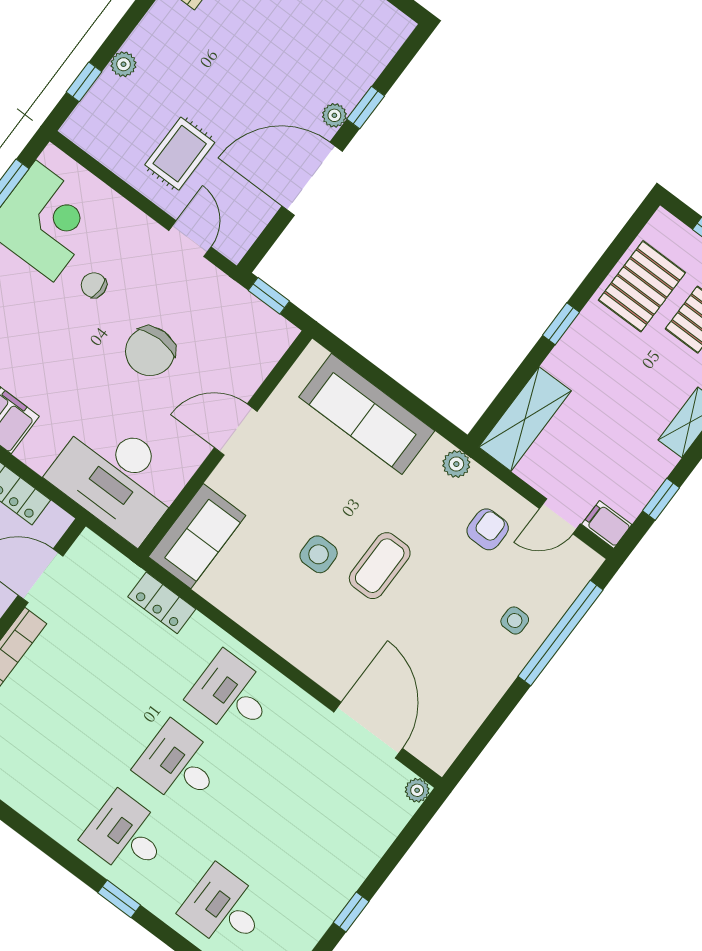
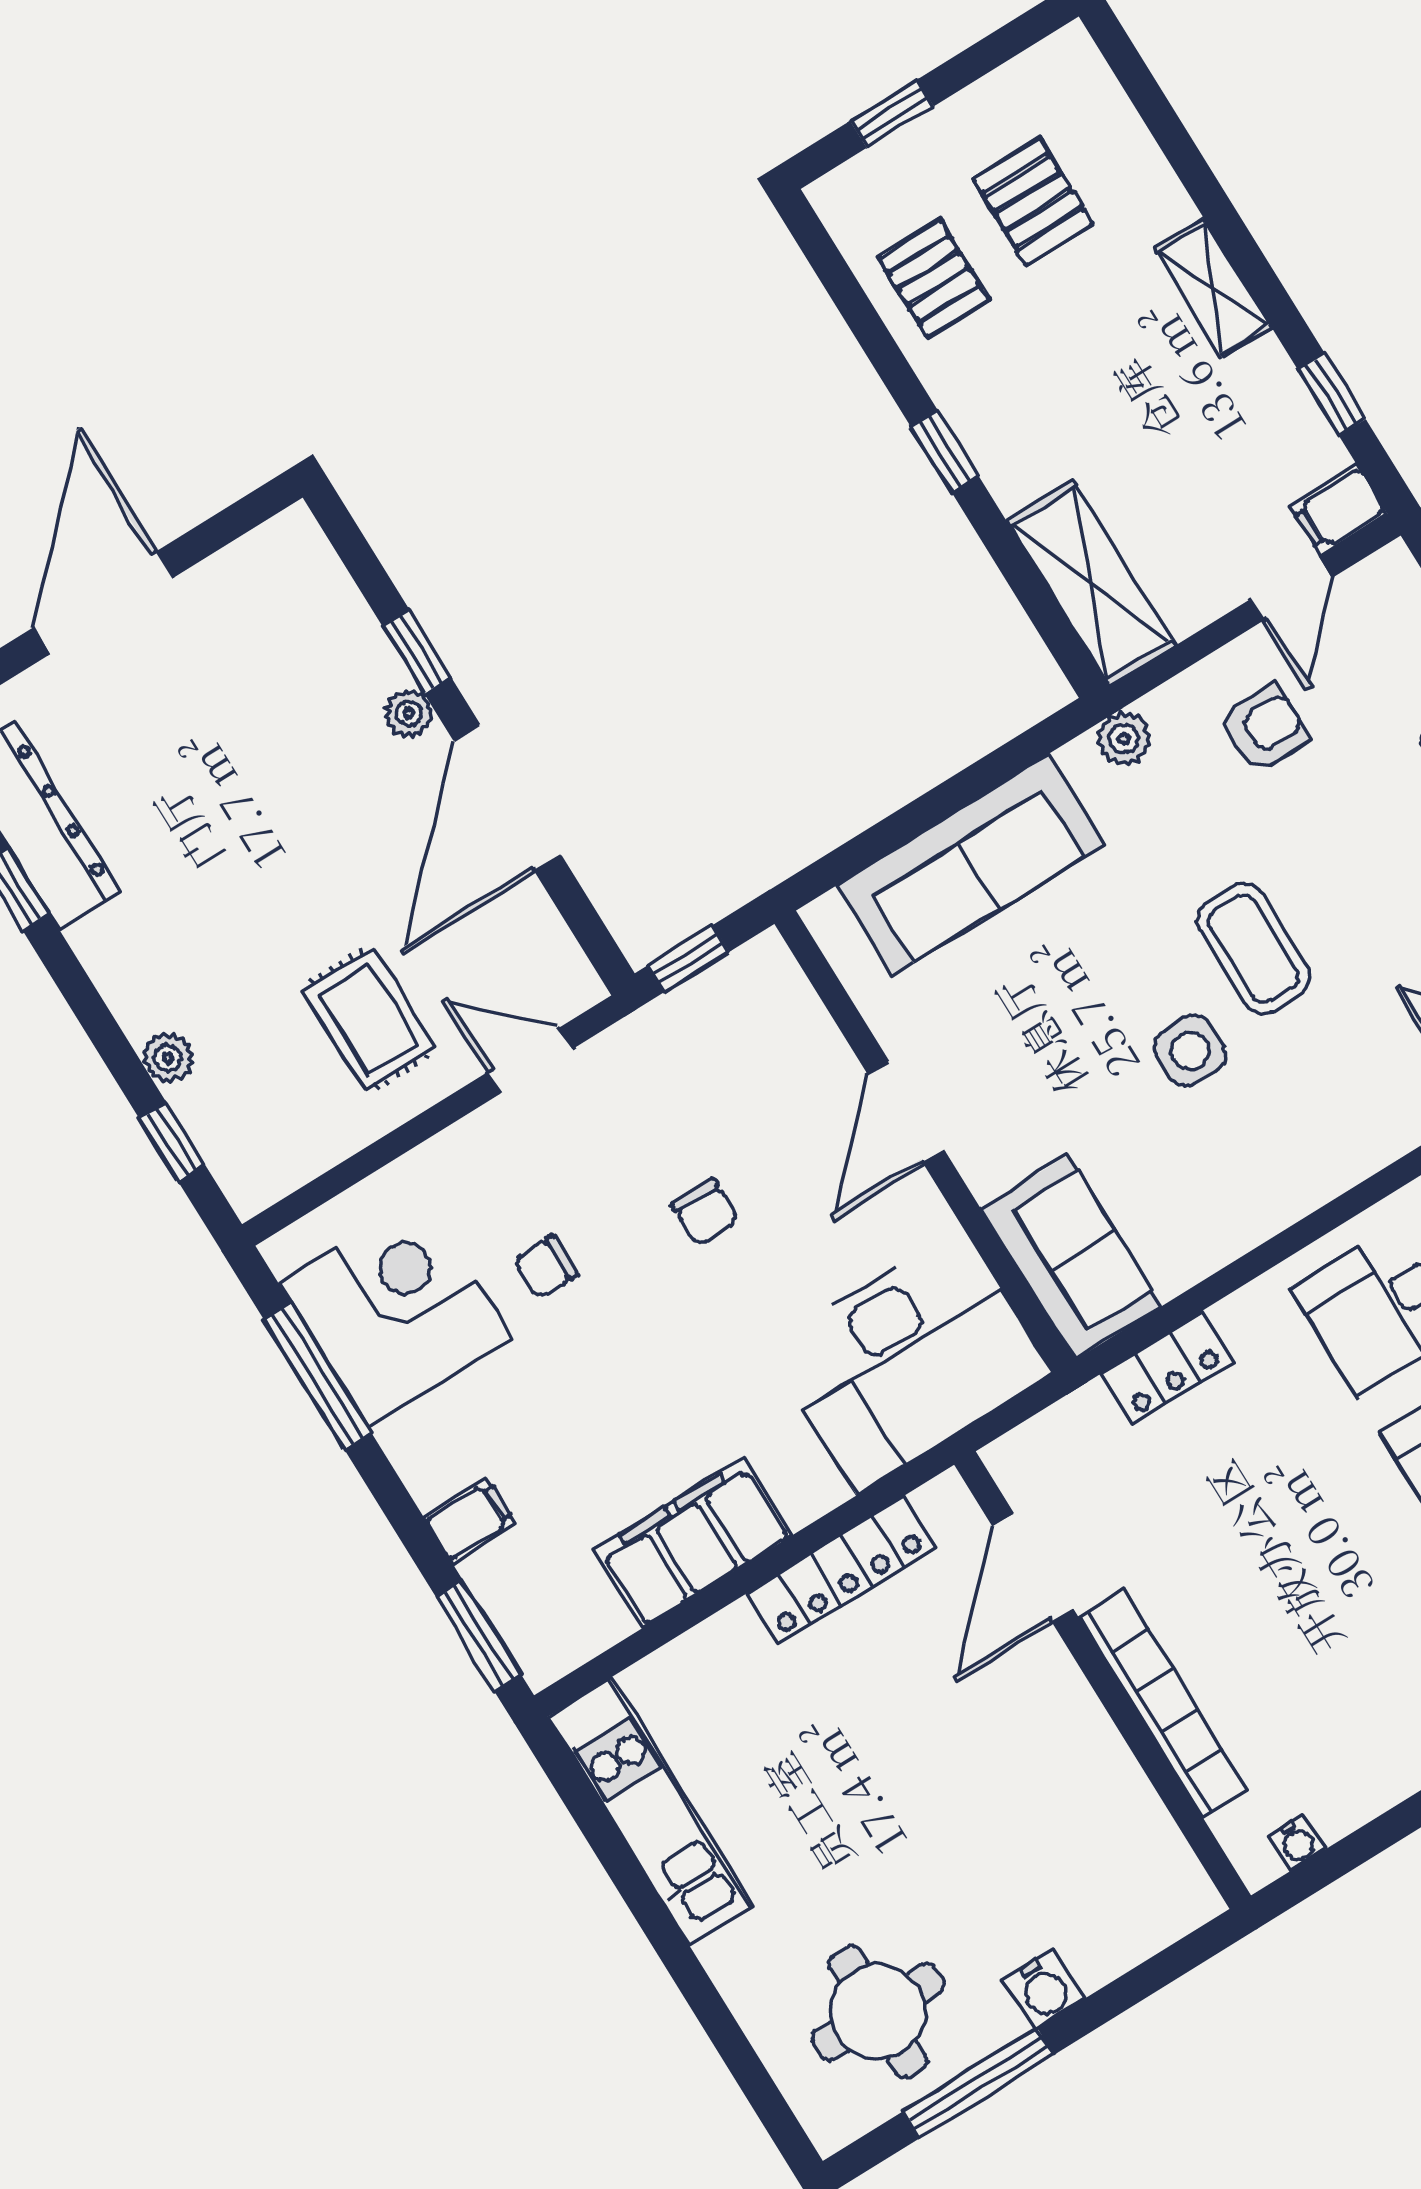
pallet: (642, 286) -> (934, 279), width x0.67, depth x0.71
chair: (150, 351) -> (705, 1212), width x0.54, depth x0.54
armchair: (488, 529) -> (1264, 728), turned 90

